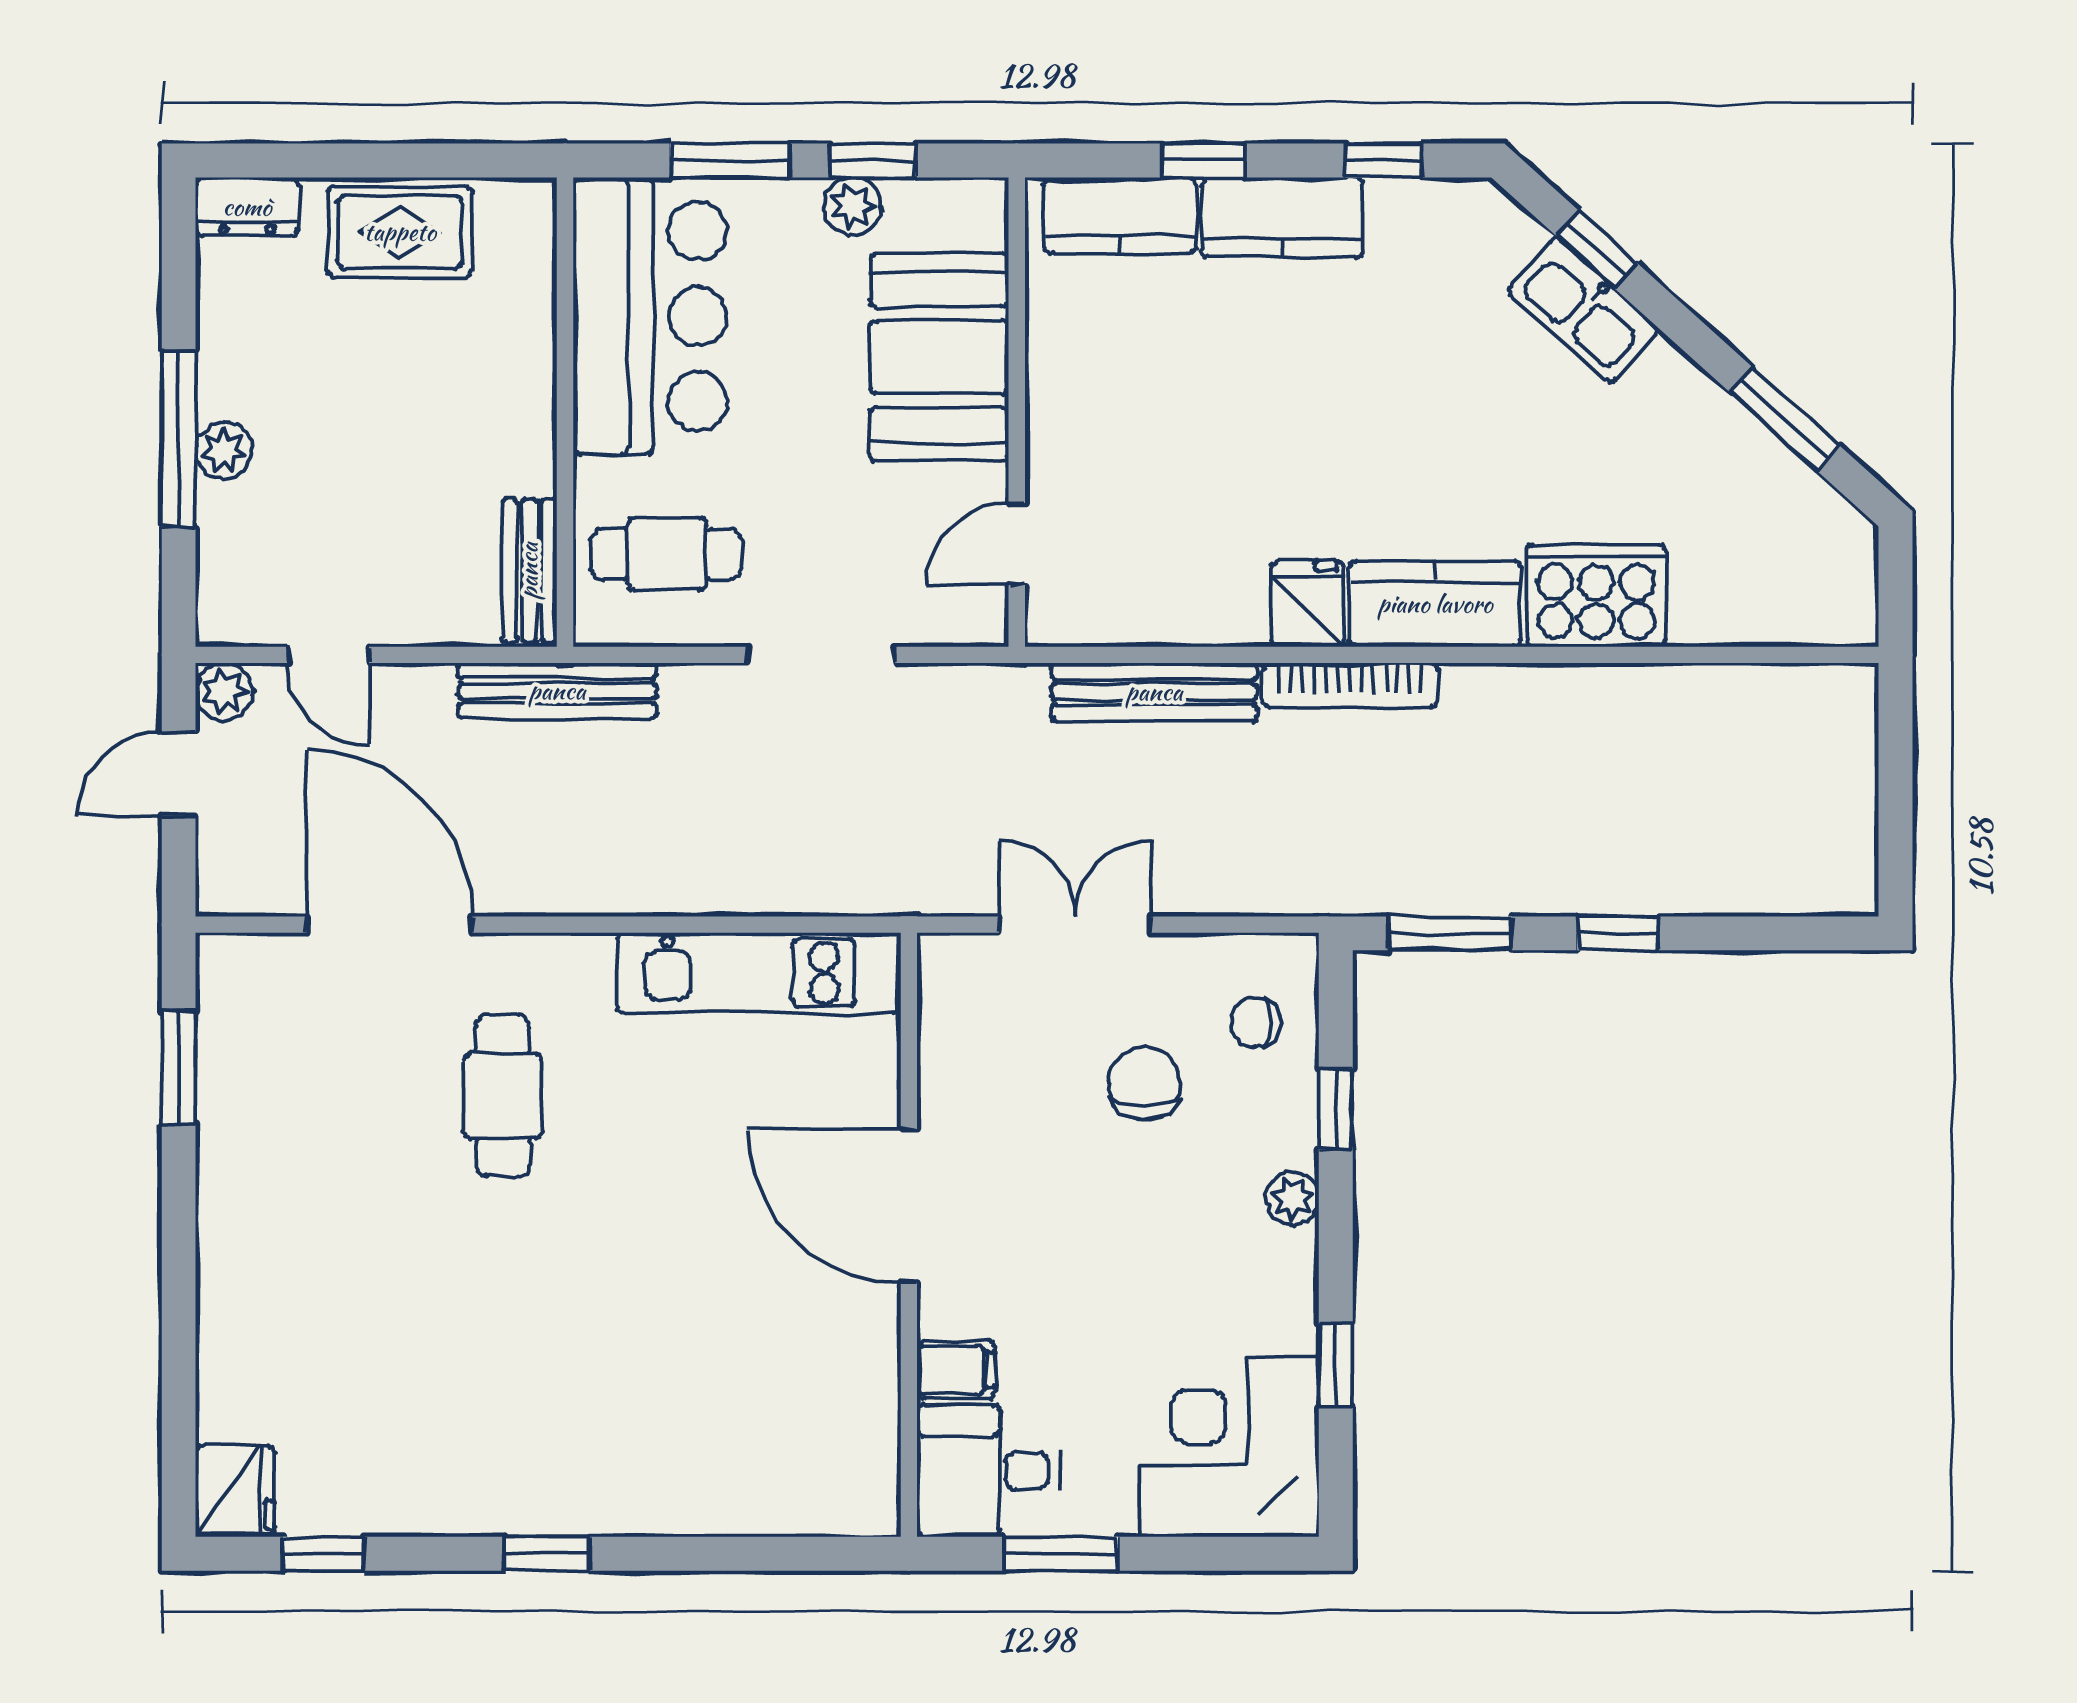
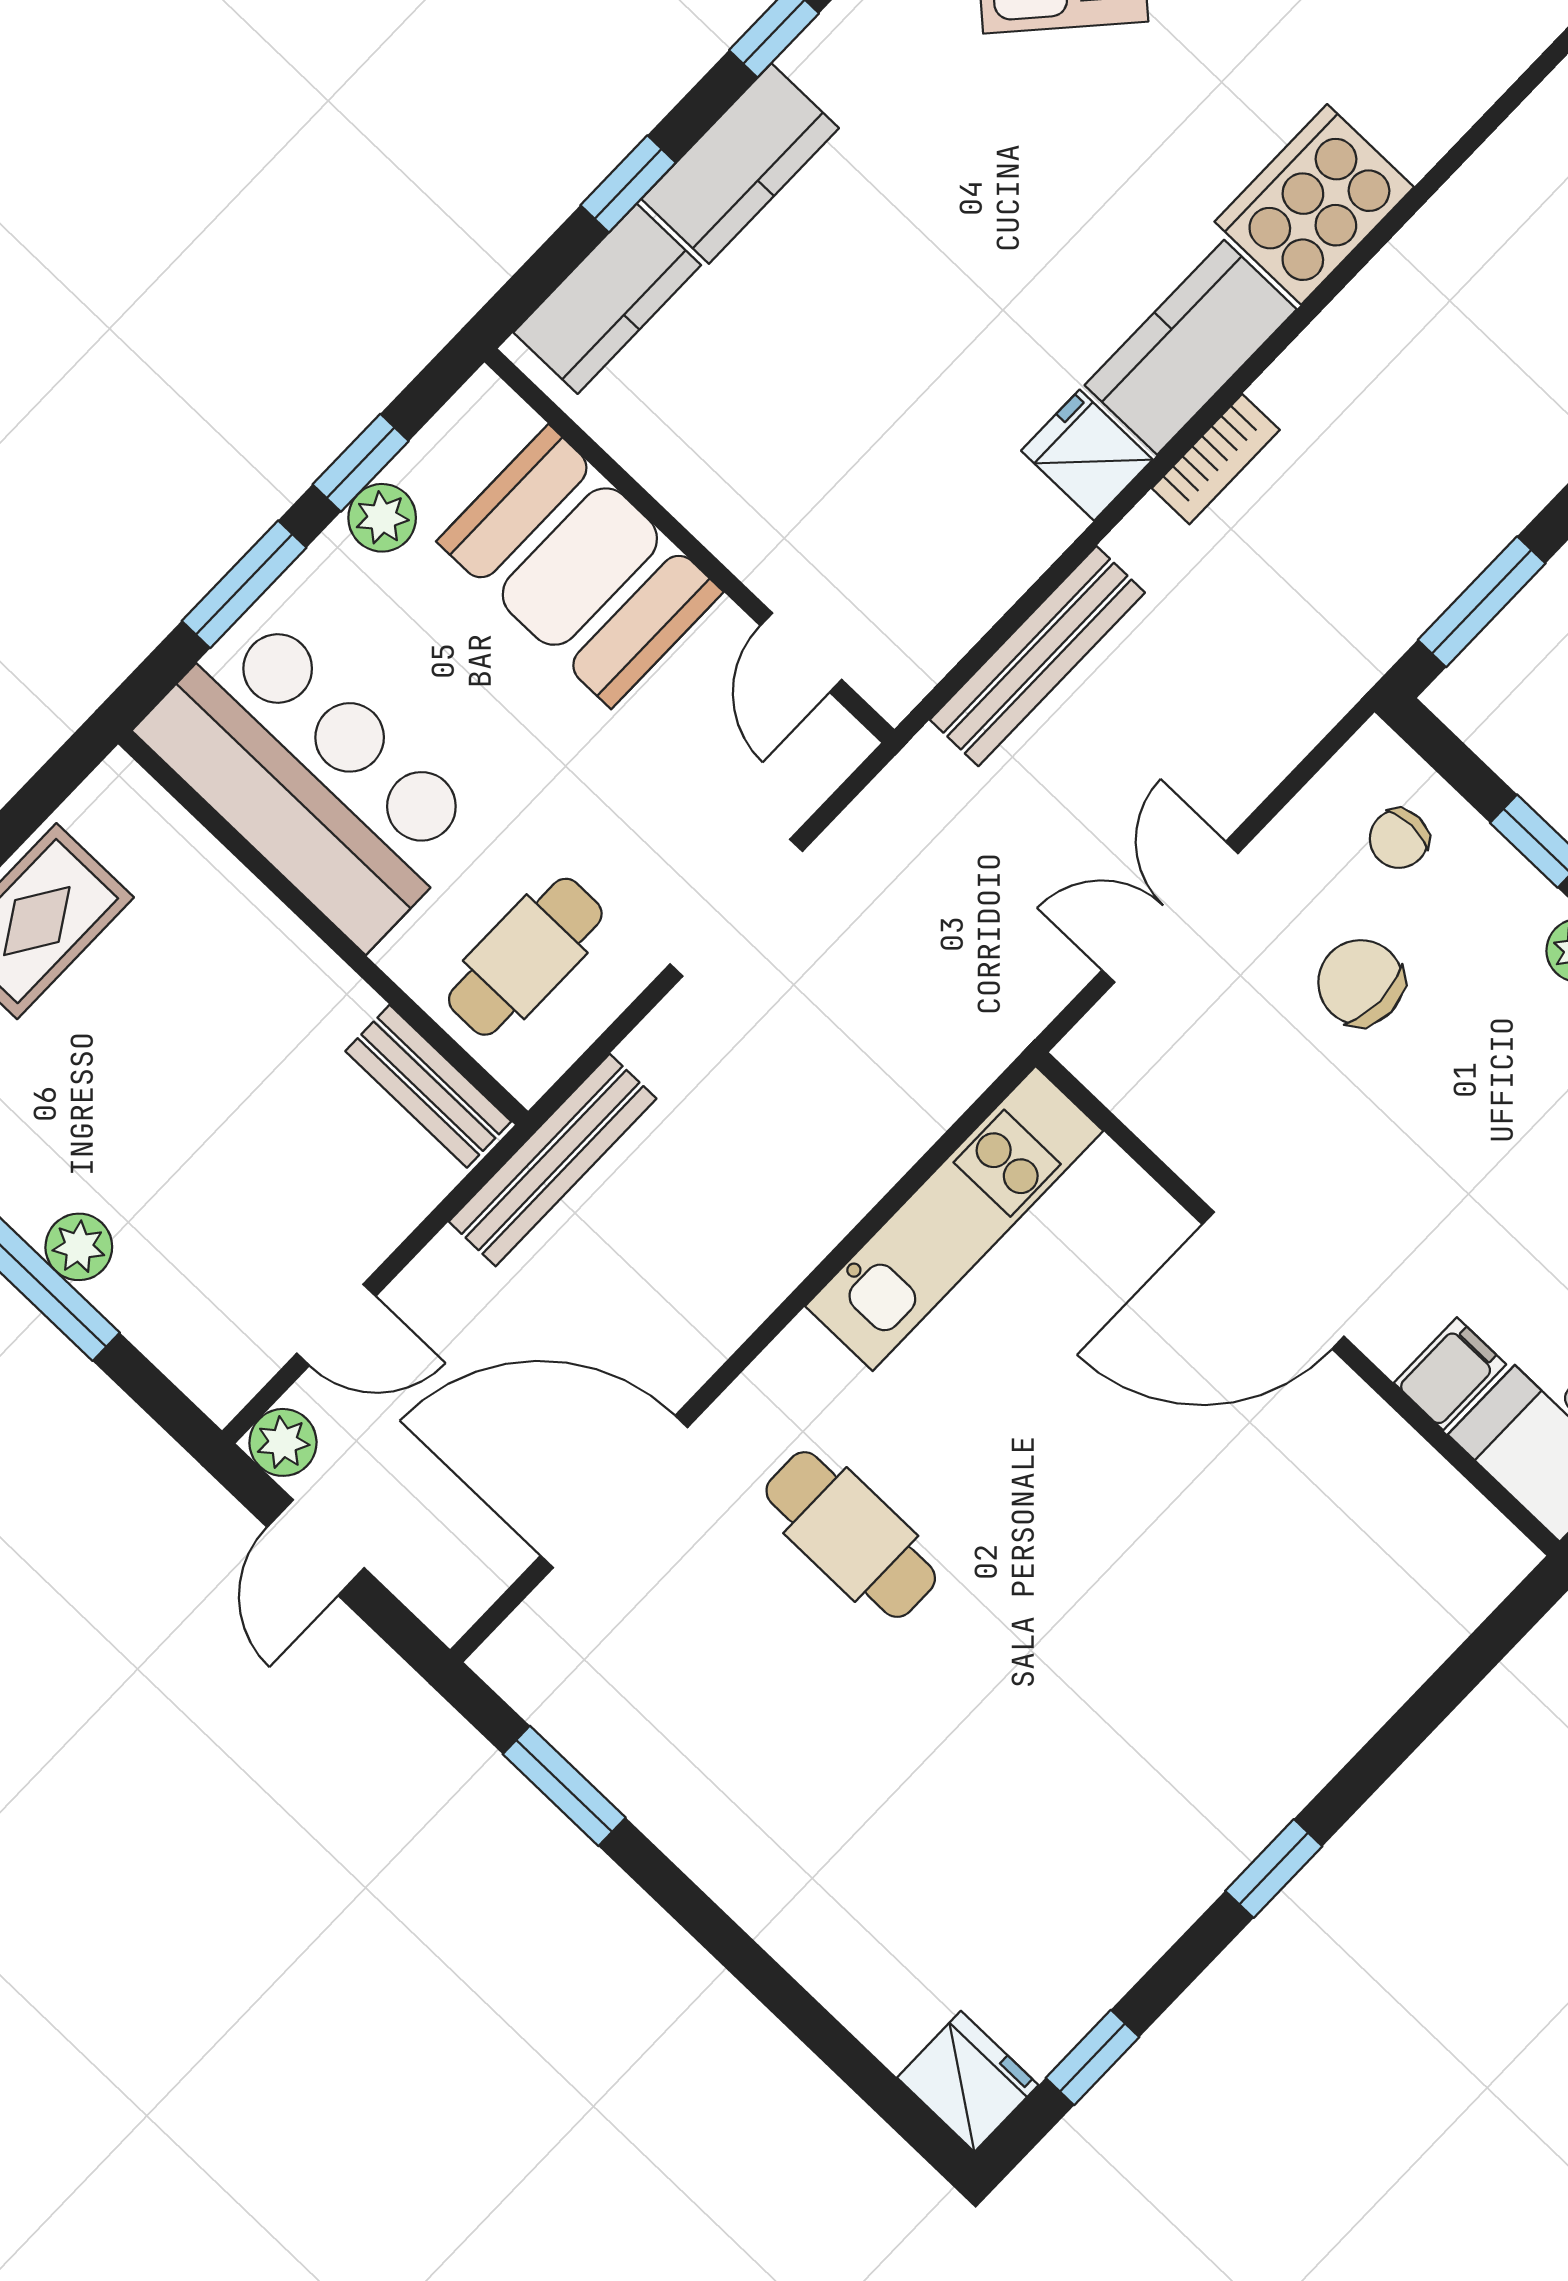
bookcase: (1350, 685) -> (1216, 459), width x0.64

